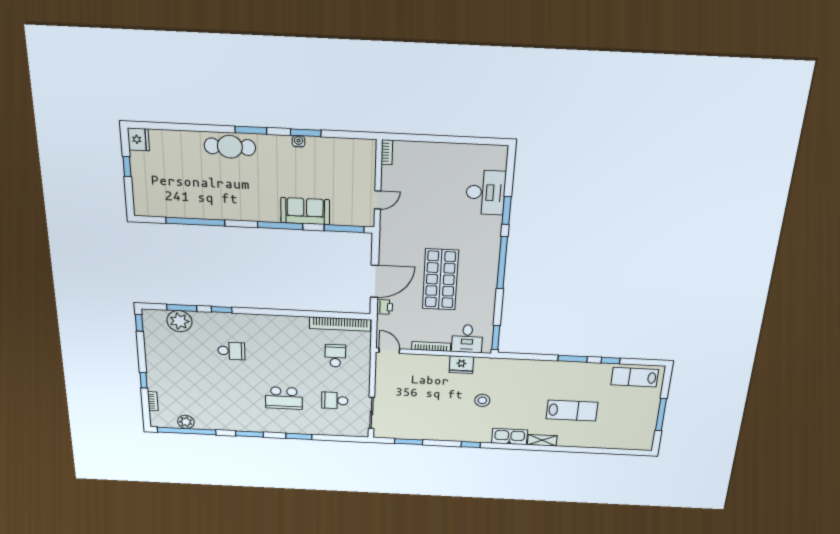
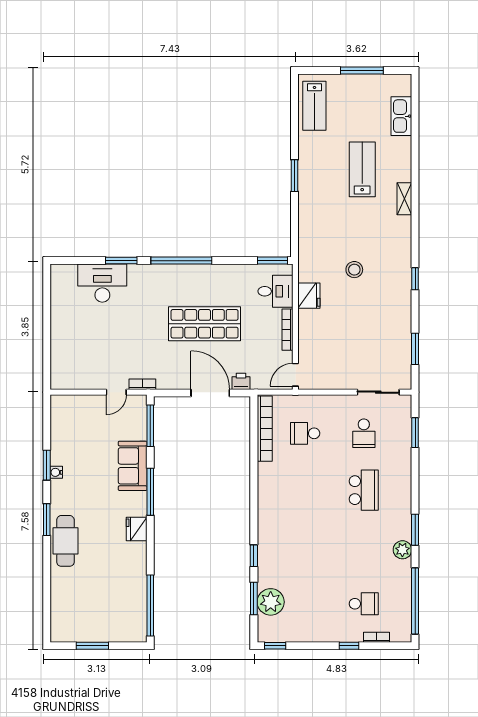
fridge: (138, 139) -> (137, 529), moved, turned -90
bookcase: (387, 152) -> (142, 384), moved
window: (127, 167) -> (92, 646), width x1.50
door: (378, 200) -> (116, 392), swing flipped
window: (195, 222) -> (150, 606), moved
school desk: (231, 351) -> (364, 604), moved, turned 90
window: (611, 361) -> (295, 134), removed
plant: (186, 422) -> (402, 550), moved
window: (299, 436) -> (415, 433), moved
kitchen sink: (510, 437) -> (401, 116), moved

